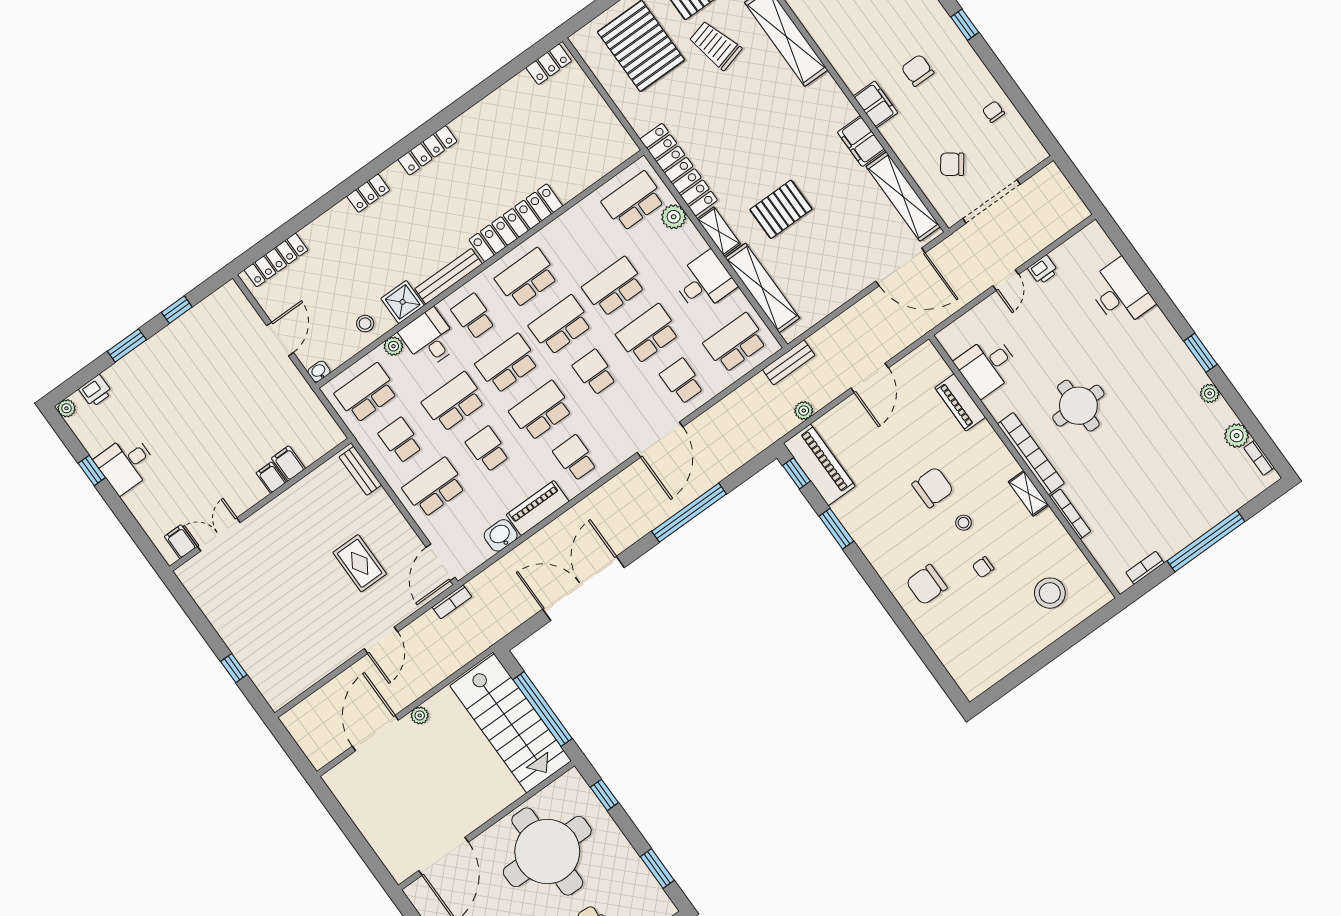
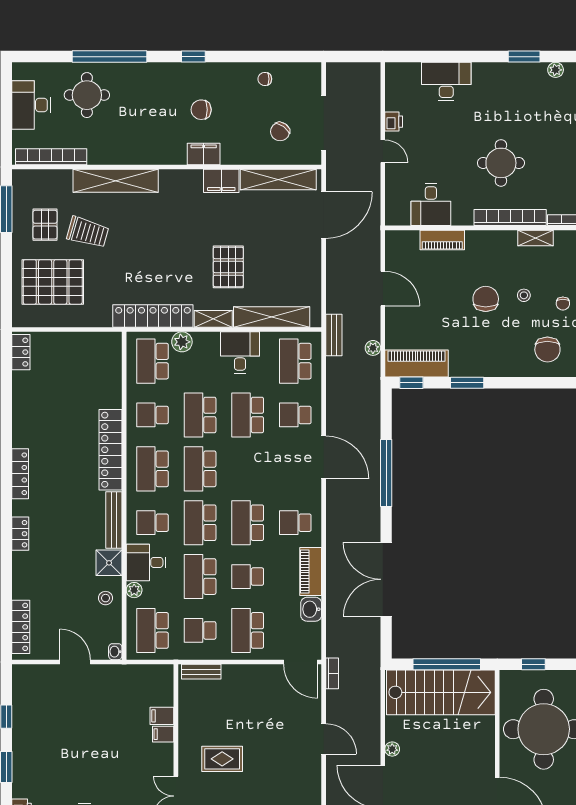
trolley: (715, 45) -> (88, 232), turned -149
school desk: (595, 372) -> (152, 415), moved
rug: (360, 563) -> (222, 759), moved

